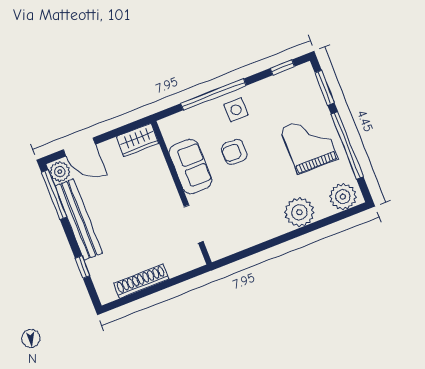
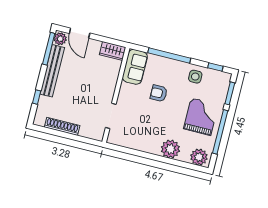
side table: (236, 110) -> (195, 77), moved
sofa: (190, 166) -> (135, 67), moved

